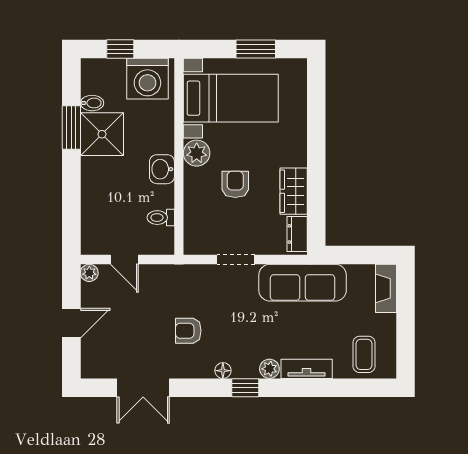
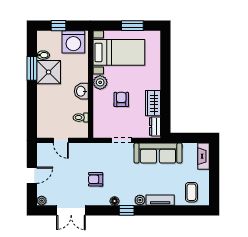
plant: (89, 273) -> (42, 201), moved

